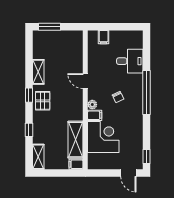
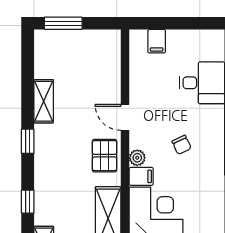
pallet: (43, 101) -> (105, 156), moved

